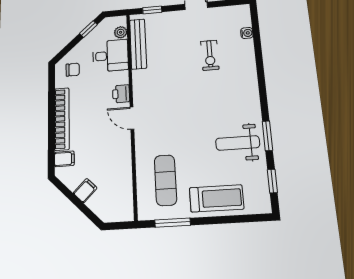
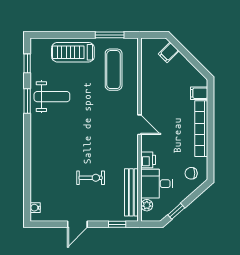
water cooler: (247, 33) -> (35, 208), moved
exercise bike: (210, 55) -> (91, 178), moved, turned 90
printer: (121, 94) -> (148, 160), moved
filing cabinet: (85, 191) -> (169, 52), moved

